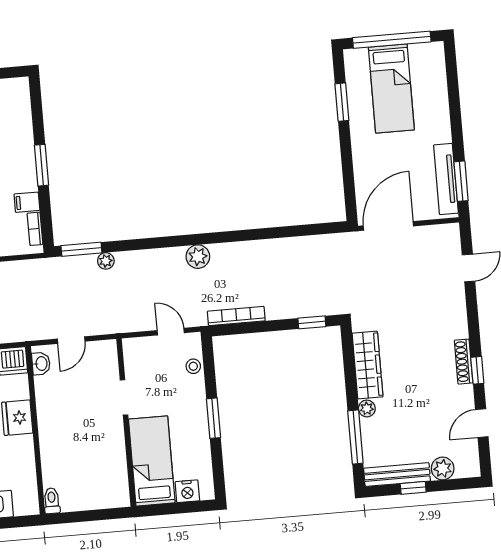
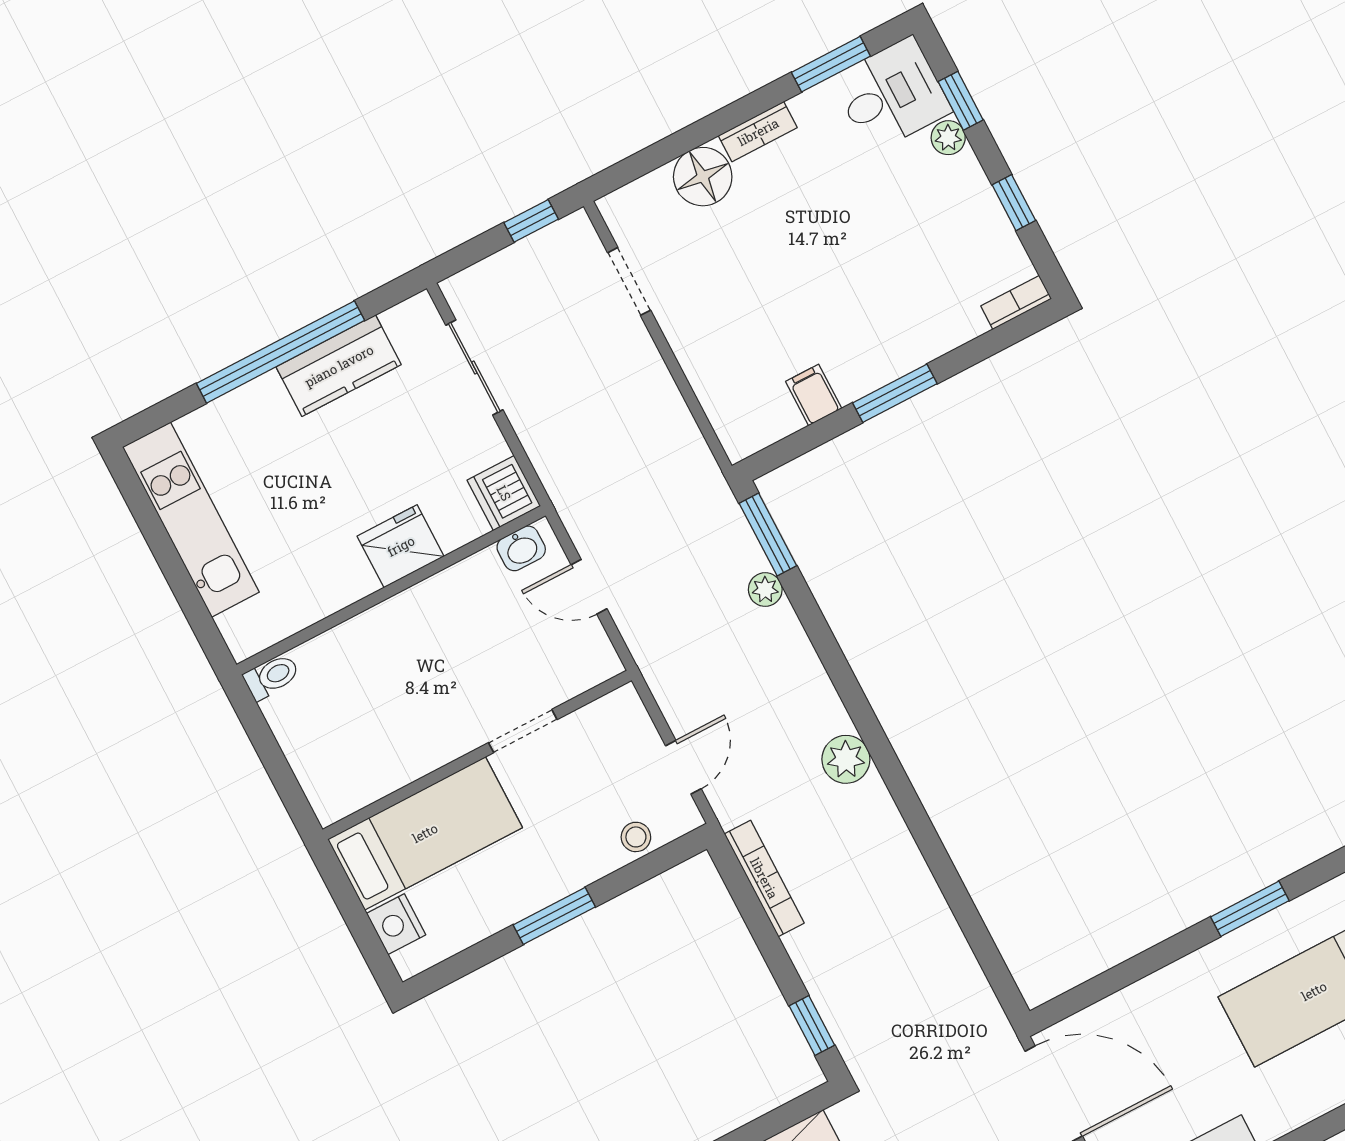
bookcase: (35, 229) -> (1016, 302), moved

